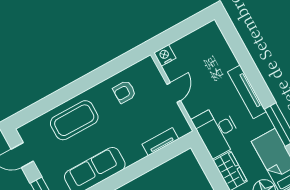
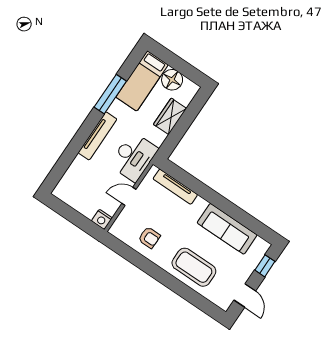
desk: (217, 131) -> (134, 157), moved
tv unit: (160, 142) -> (175, 187), width x1.41

